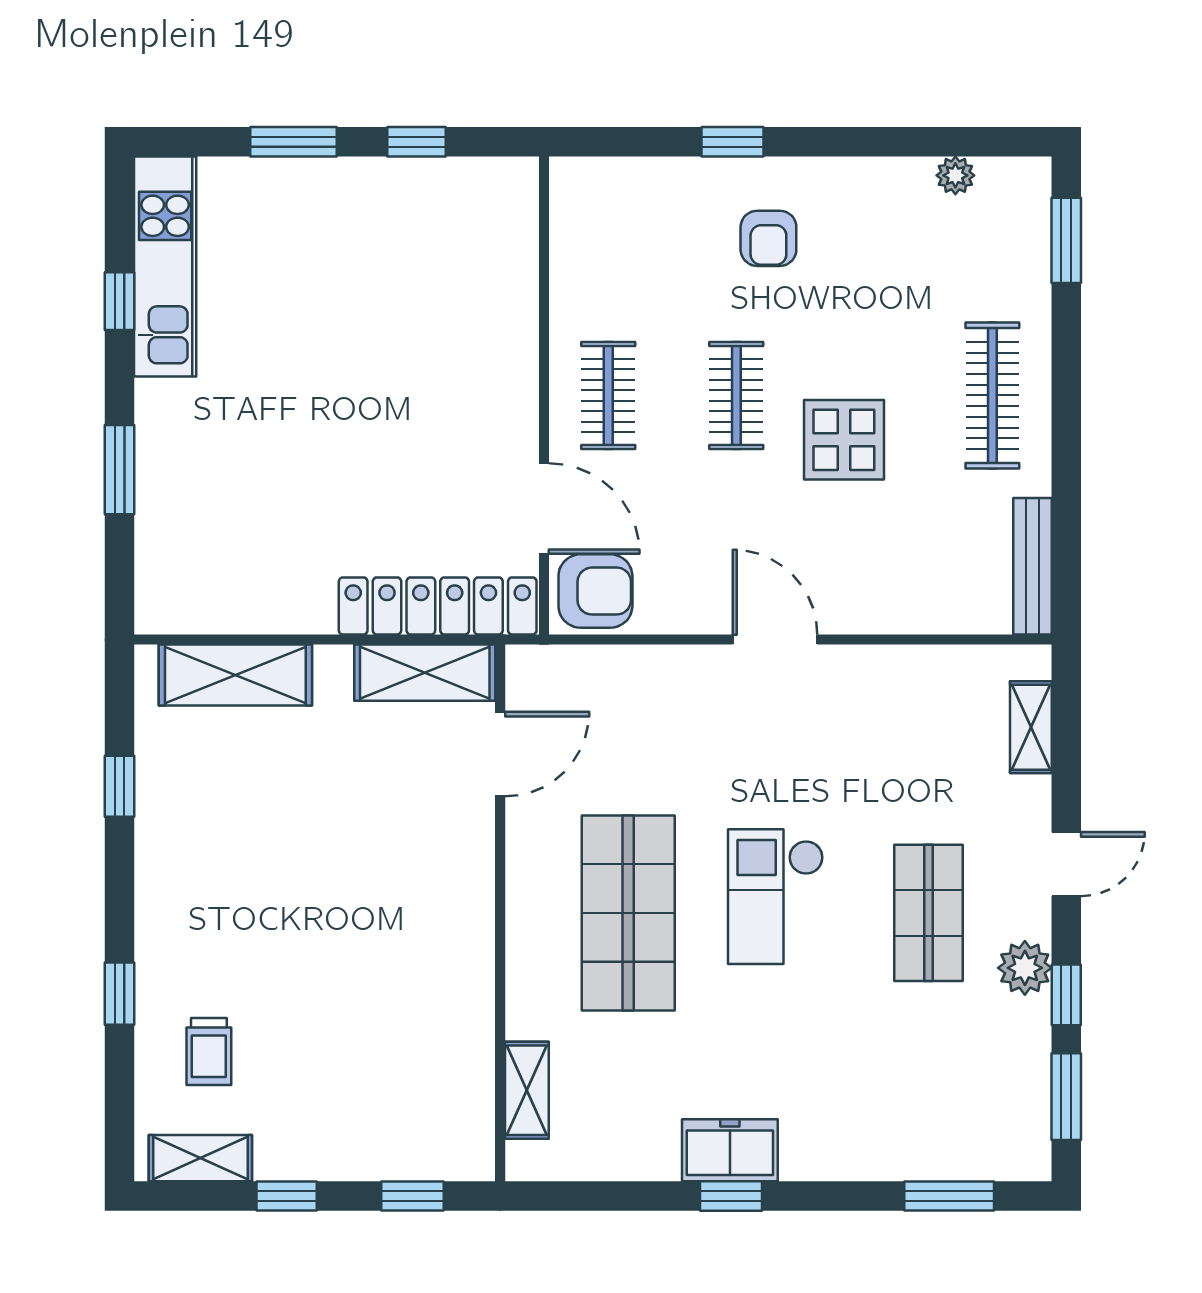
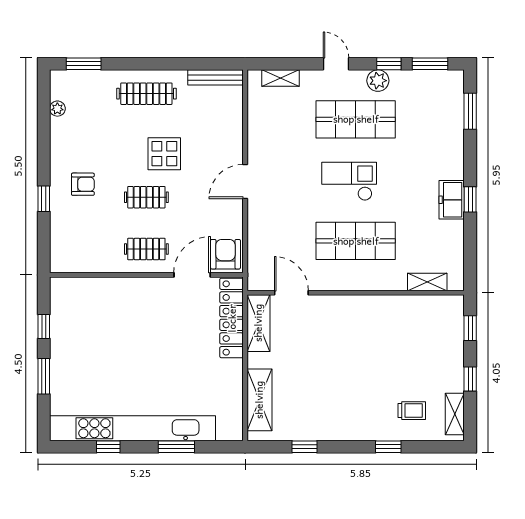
kitchen unit: (165, 267) -> (133, 428), width x1.86
checkout: (776, 897) -> (349, 181), turned 180
shop shelf: (929, 913) -> (356, 119), width x1.43, depth x1.36

